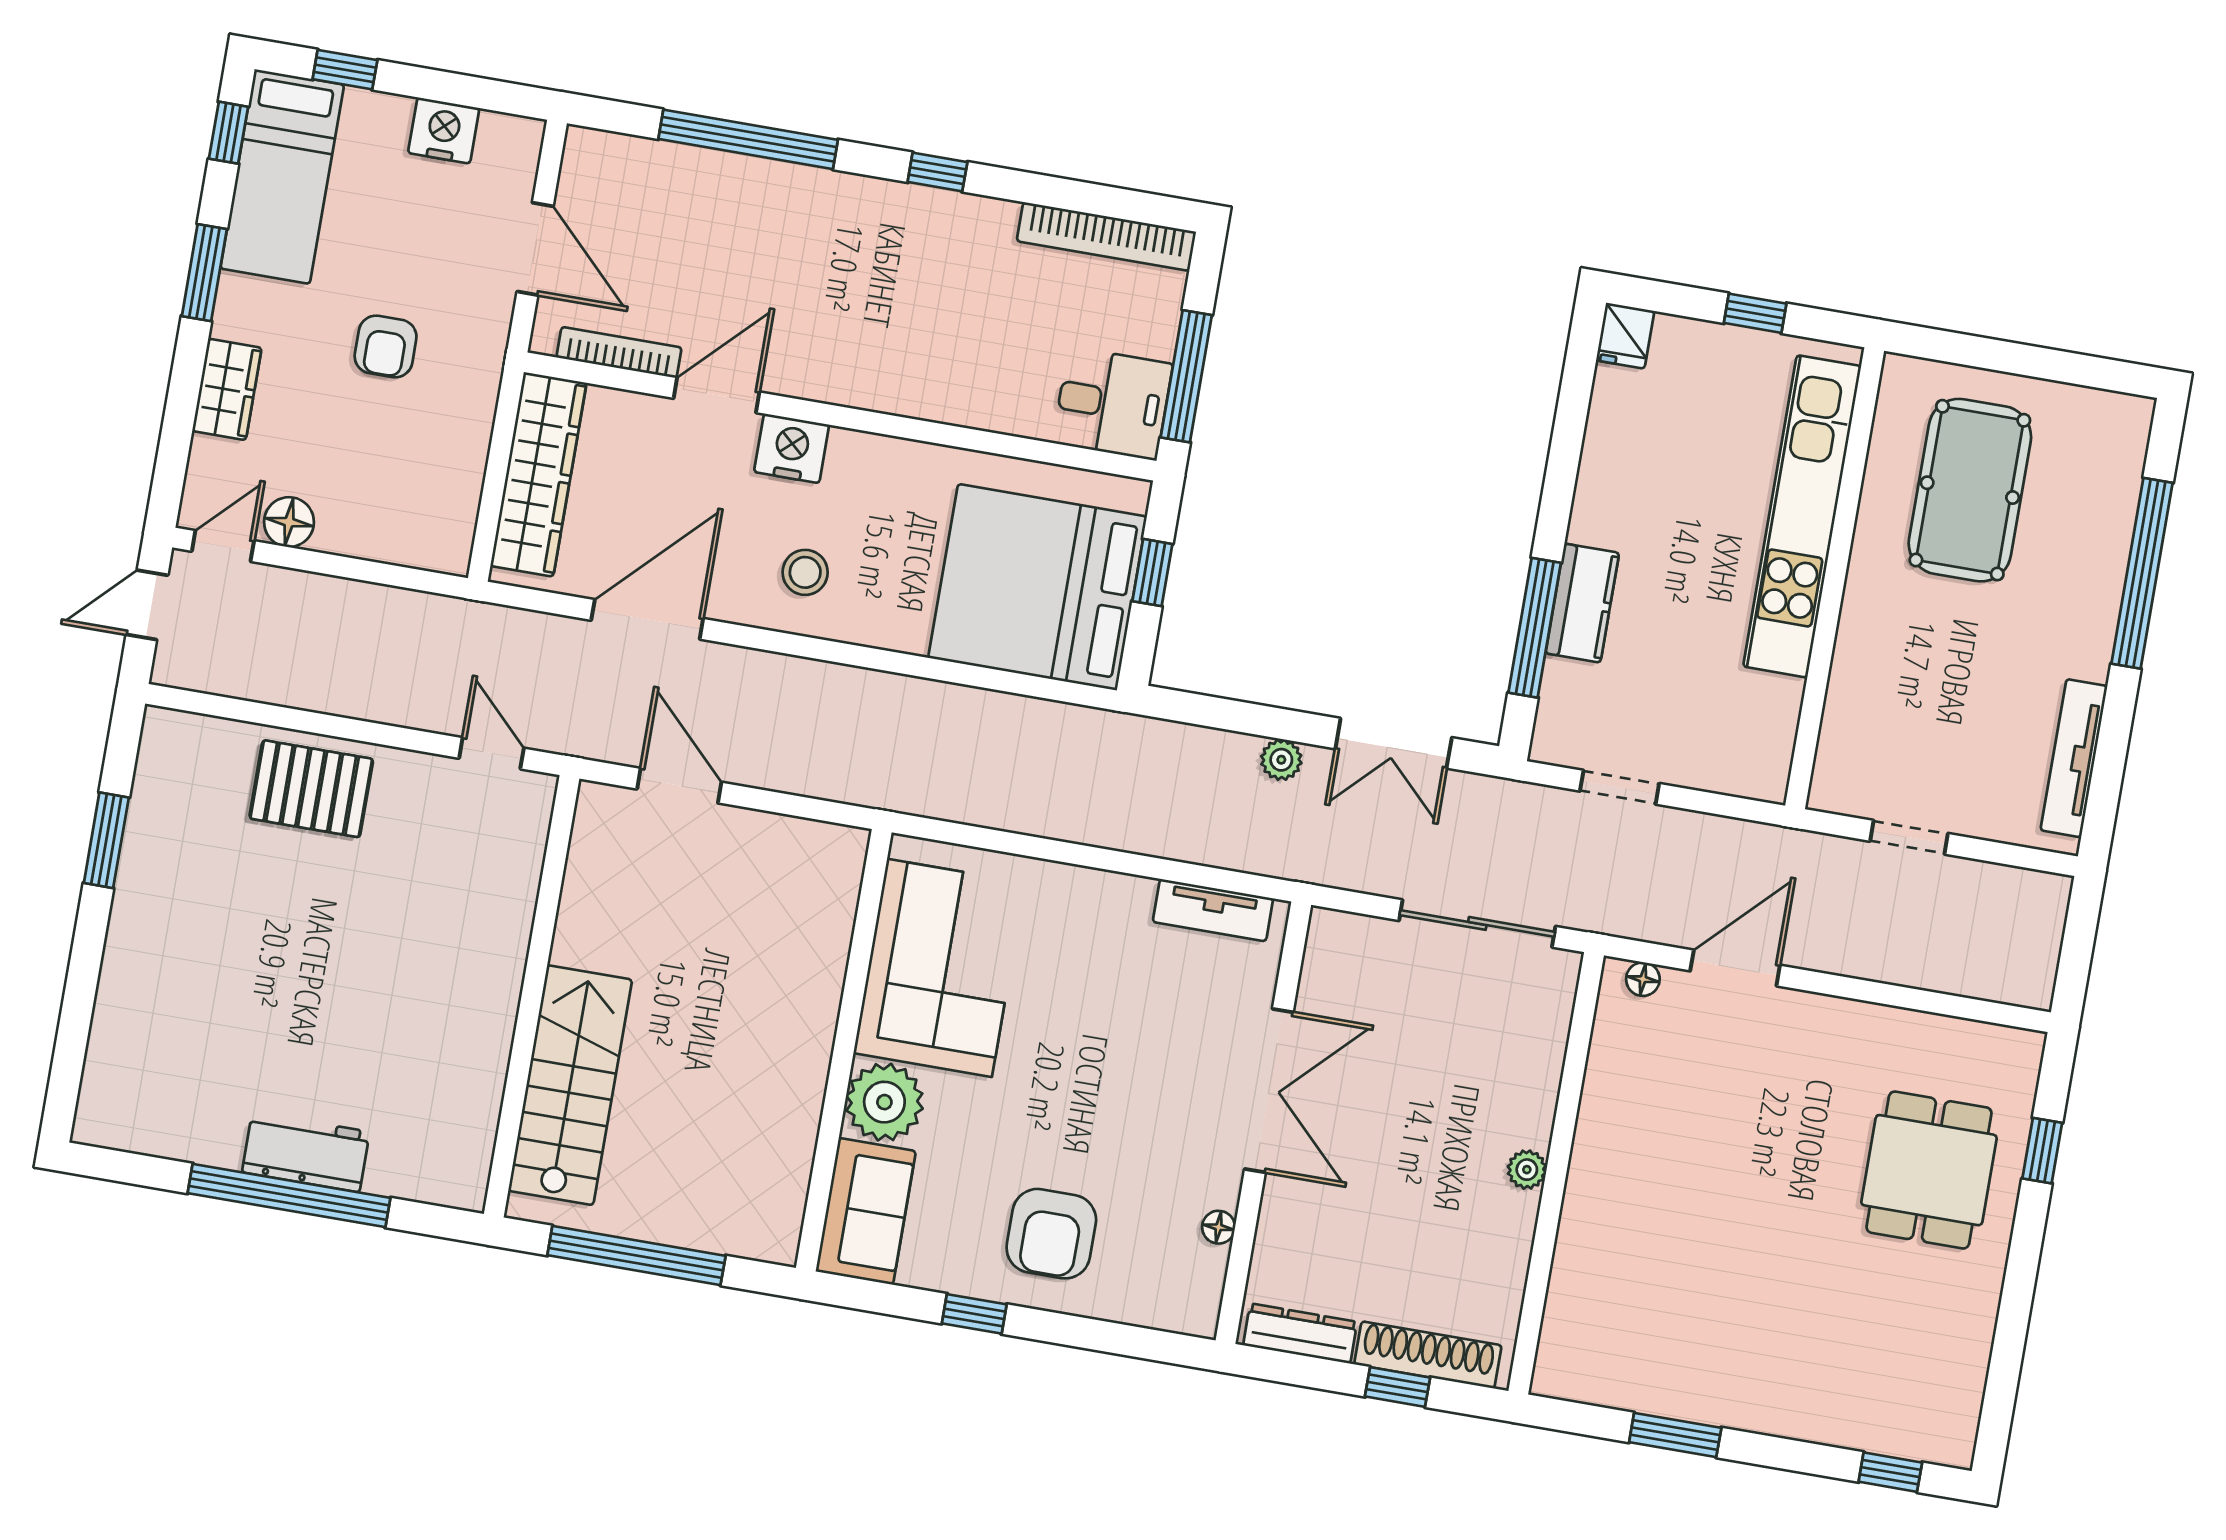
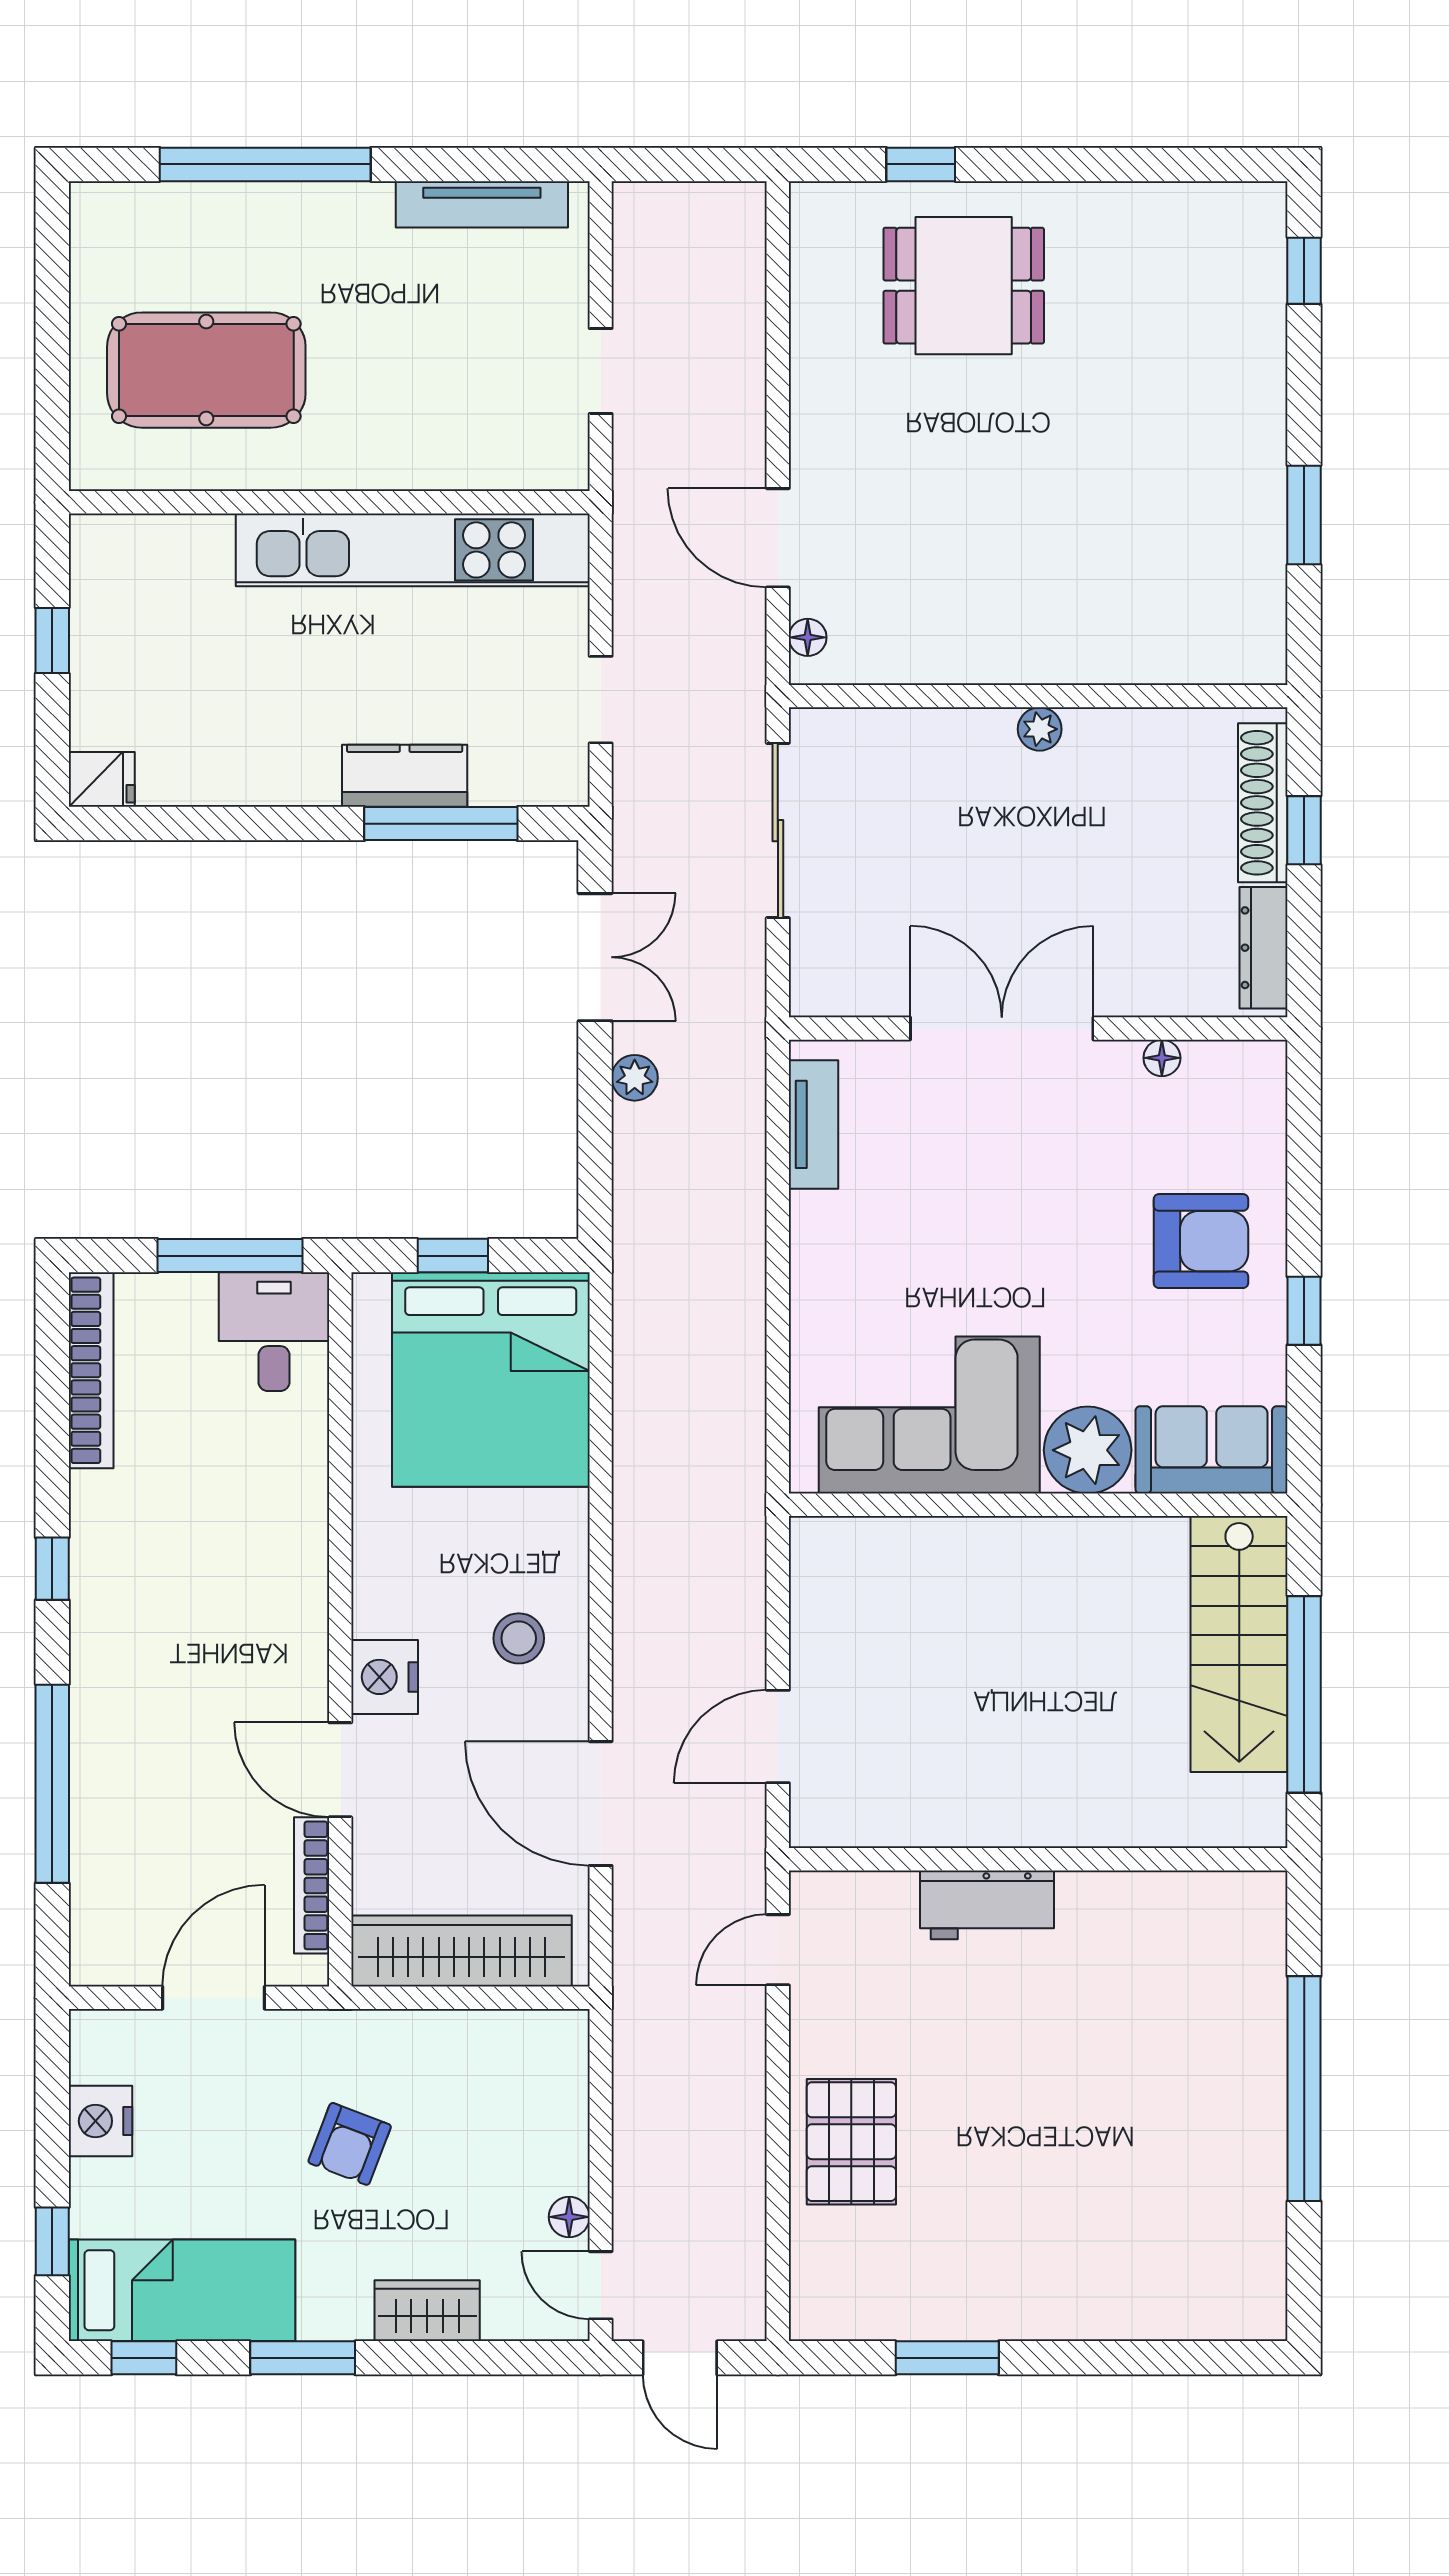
armchair: (386, 346) -> (350, 2144), turned 111
kitchen unit: (1802, 516) -> (413, 550), moved
floor lamp: (289, 522) -> (569, 2217), width x0.73, depth x0.73
stairs: (570, 1085) -> (1239, 1644), moved, turned -90
workbench: (306, 1152) -> (987, 1905), moved, turned -90

